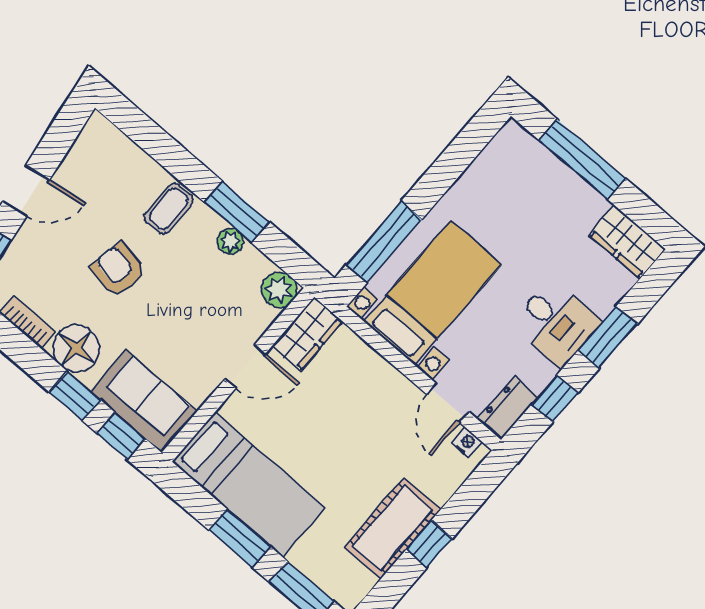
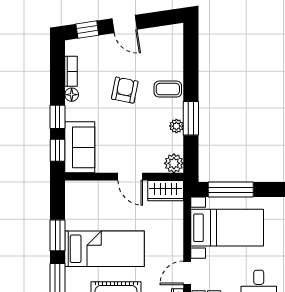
floor lamp: (76, 348) -> (72, 95), width x0.53, depth x0.53
bed: (248, 485) -> (105, 249), moved, turned -90

